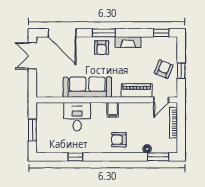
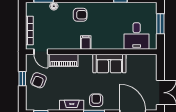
sofa: (87, 87) -> (109, 64), width x0.73
door: (161, 100) -> (41, 52), swing flipped
desk: (77, 117) -> (137, 36), moved

